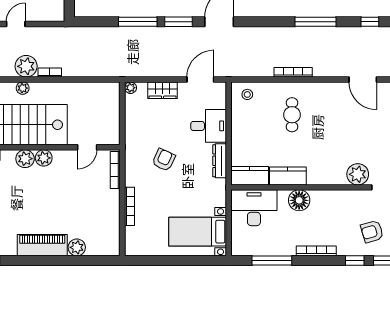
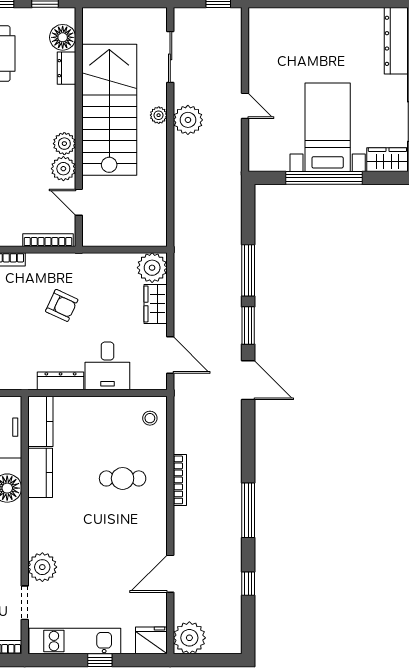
bookcase: (50, 73) -> (179, 152), removed
plant: (131, 88) -> (152, 268), width x1.88, depth x1.88
plant: (25, 159) -> (63, 169), moved

